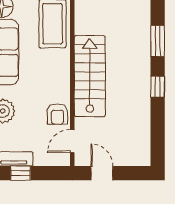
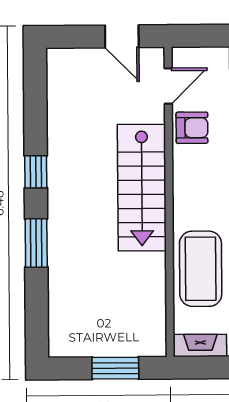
armchair: (57, 114) -> (192, 128), turned 90

